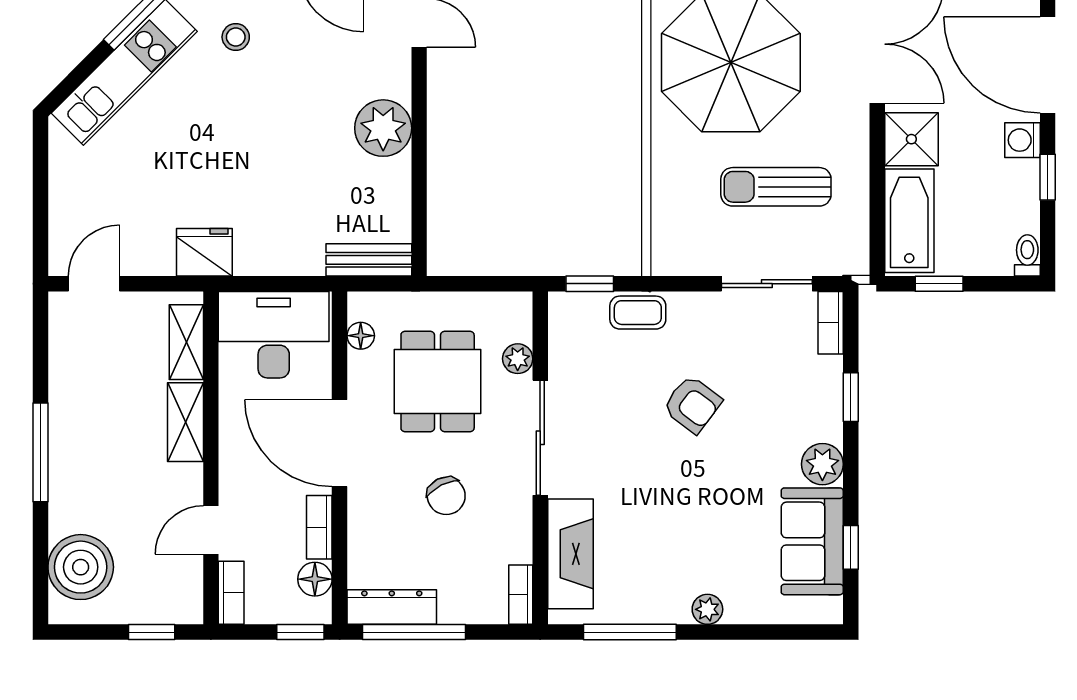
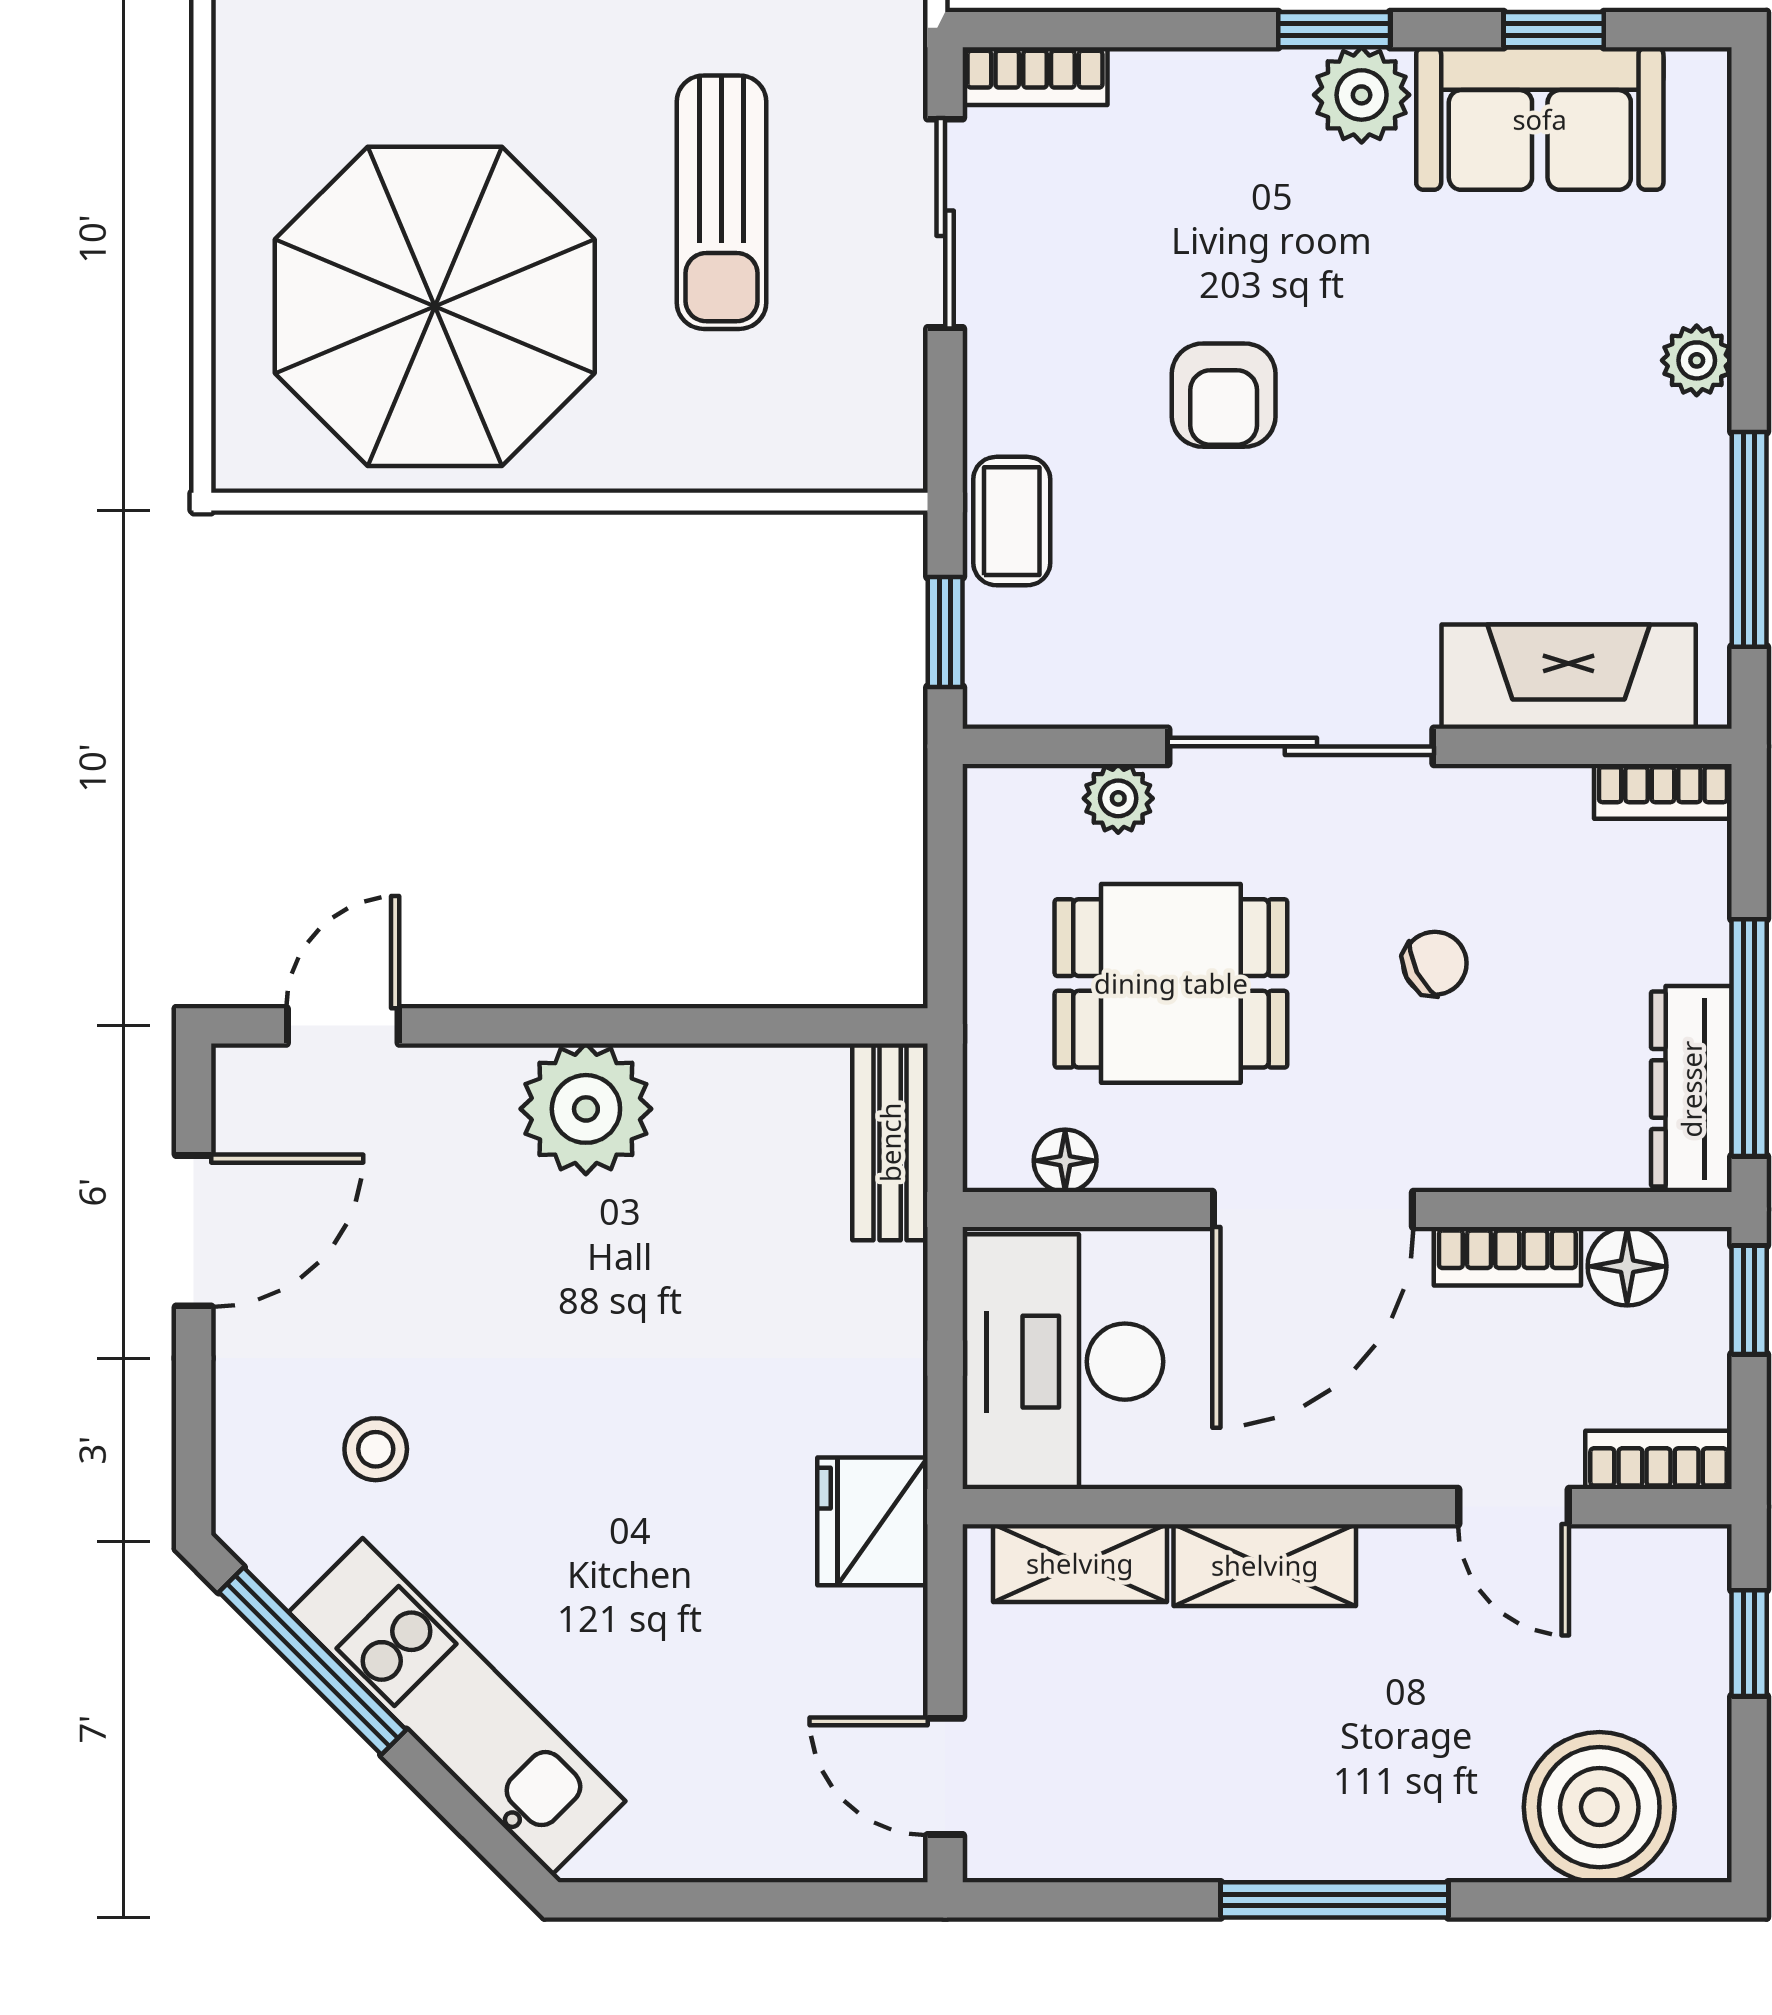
window: (851, 397) -> (1334, 30), moved
armchair: (692, 404) -> (1224, 395), turned 143
chair: (446, 496) -> (1435, 963), width x0.73, depth x0.73

